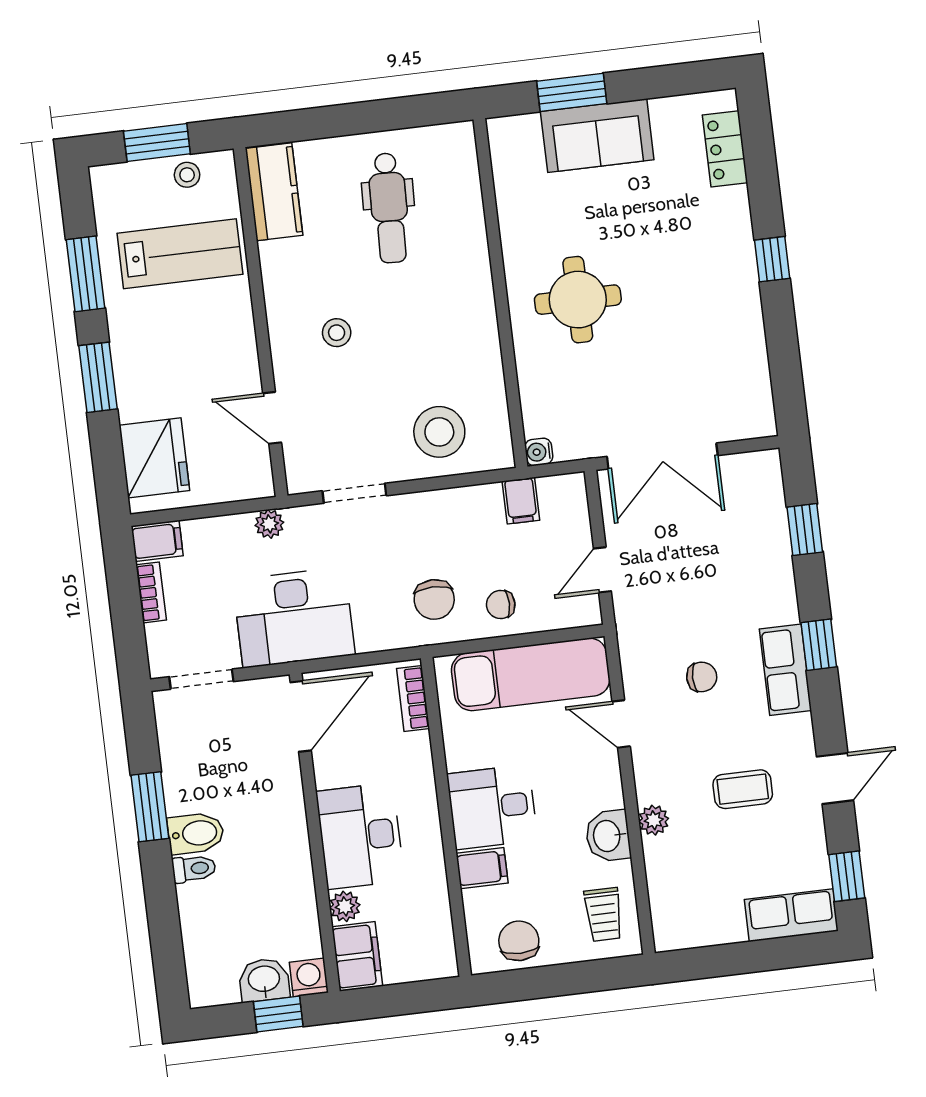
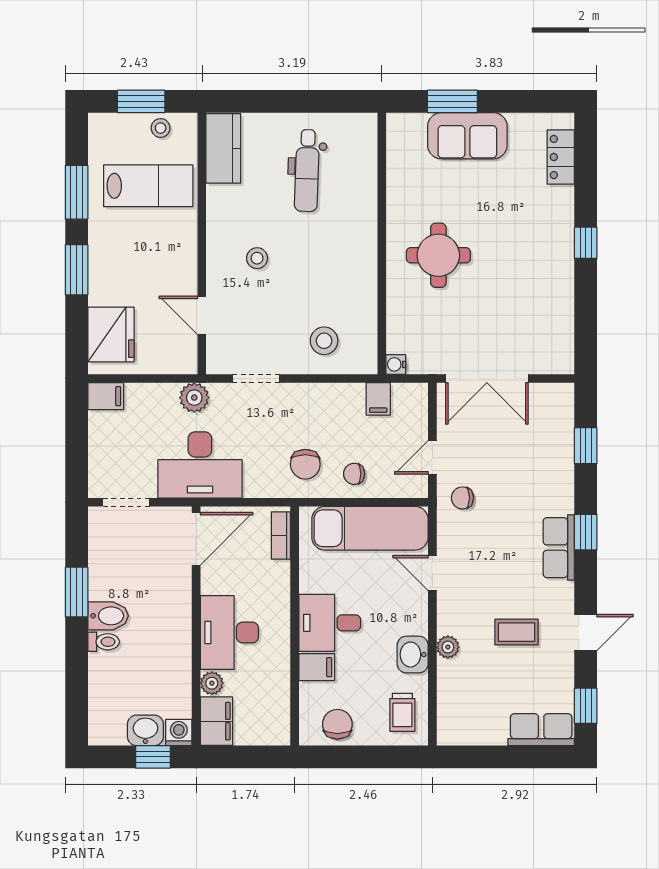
stool: (439, 432) -> (324, 341), width x0.73, depth x0.73
plant: (269, 524) -> (194, 398), width x1.38, depth x1.38
bookcase: (151, 592) -> (97, 434), removed
chair: (702, 677) -> (462, 498), moved, turned 180

